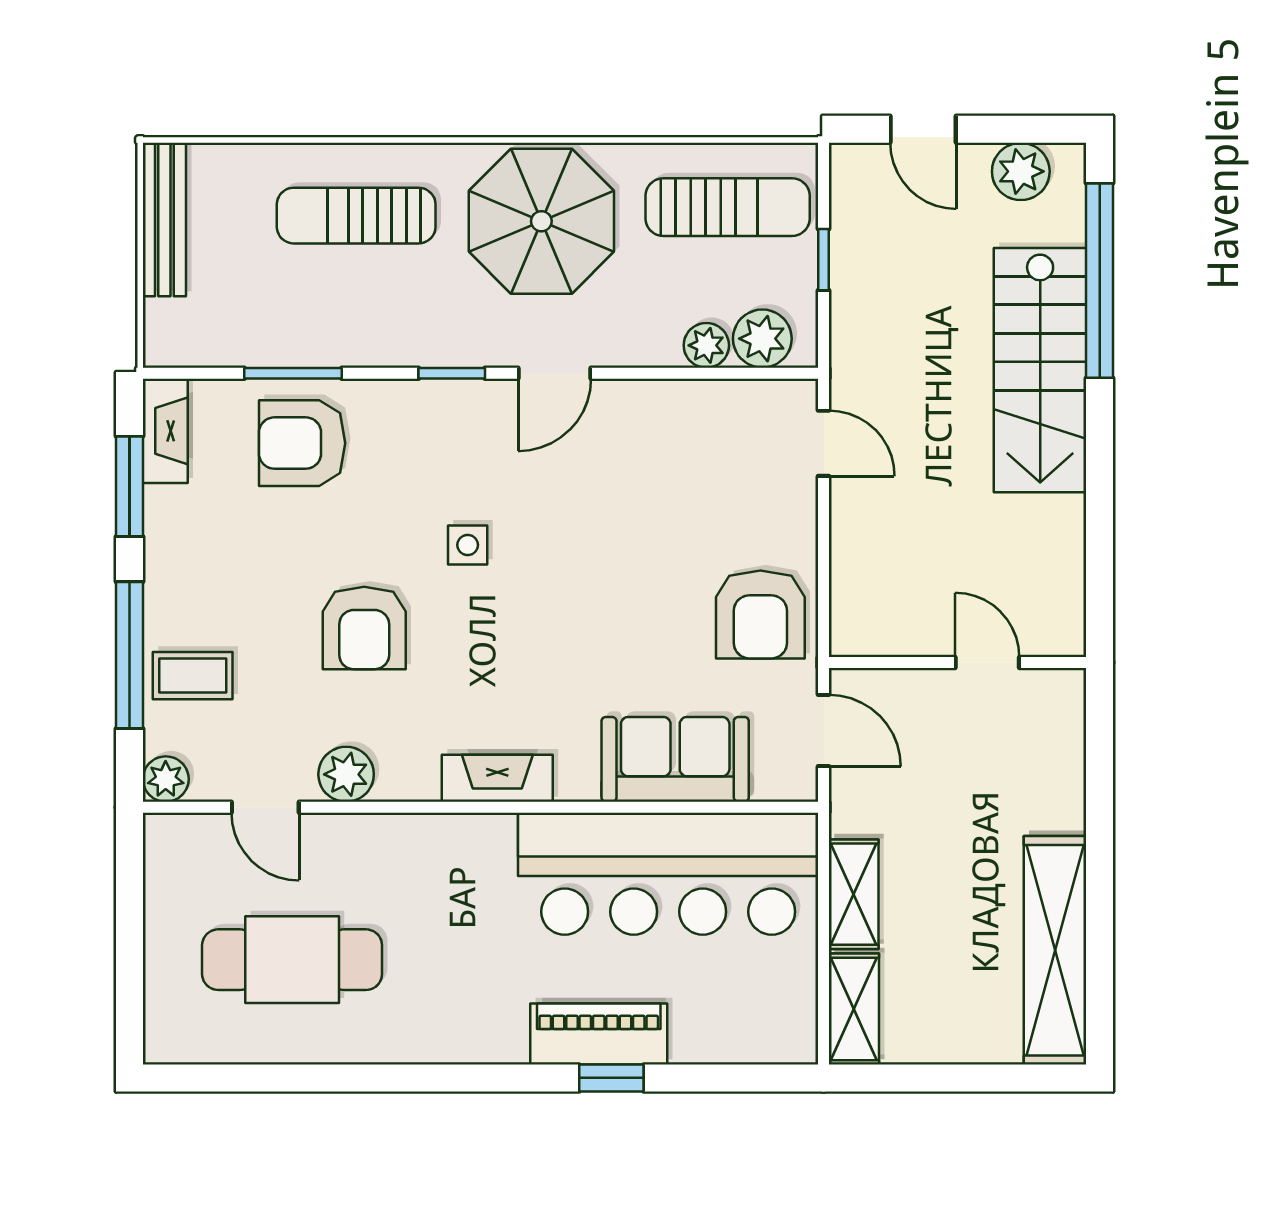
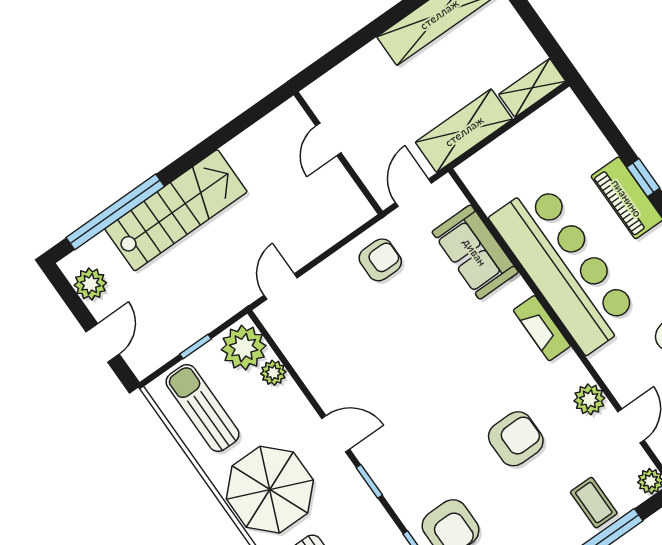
plant: (762, 339) -> (244, 348), width x1.36, depth x1.36
side table: (468, 545) -> (444, 418), removed
armchair: (760, 614) -> (380, 260), width x0.72, depth x0.72
bar counter: (668, 874) -> (565, 267), moved
shelving: (854, 894) -> (464, 131), width x1.50, depth x1.33

